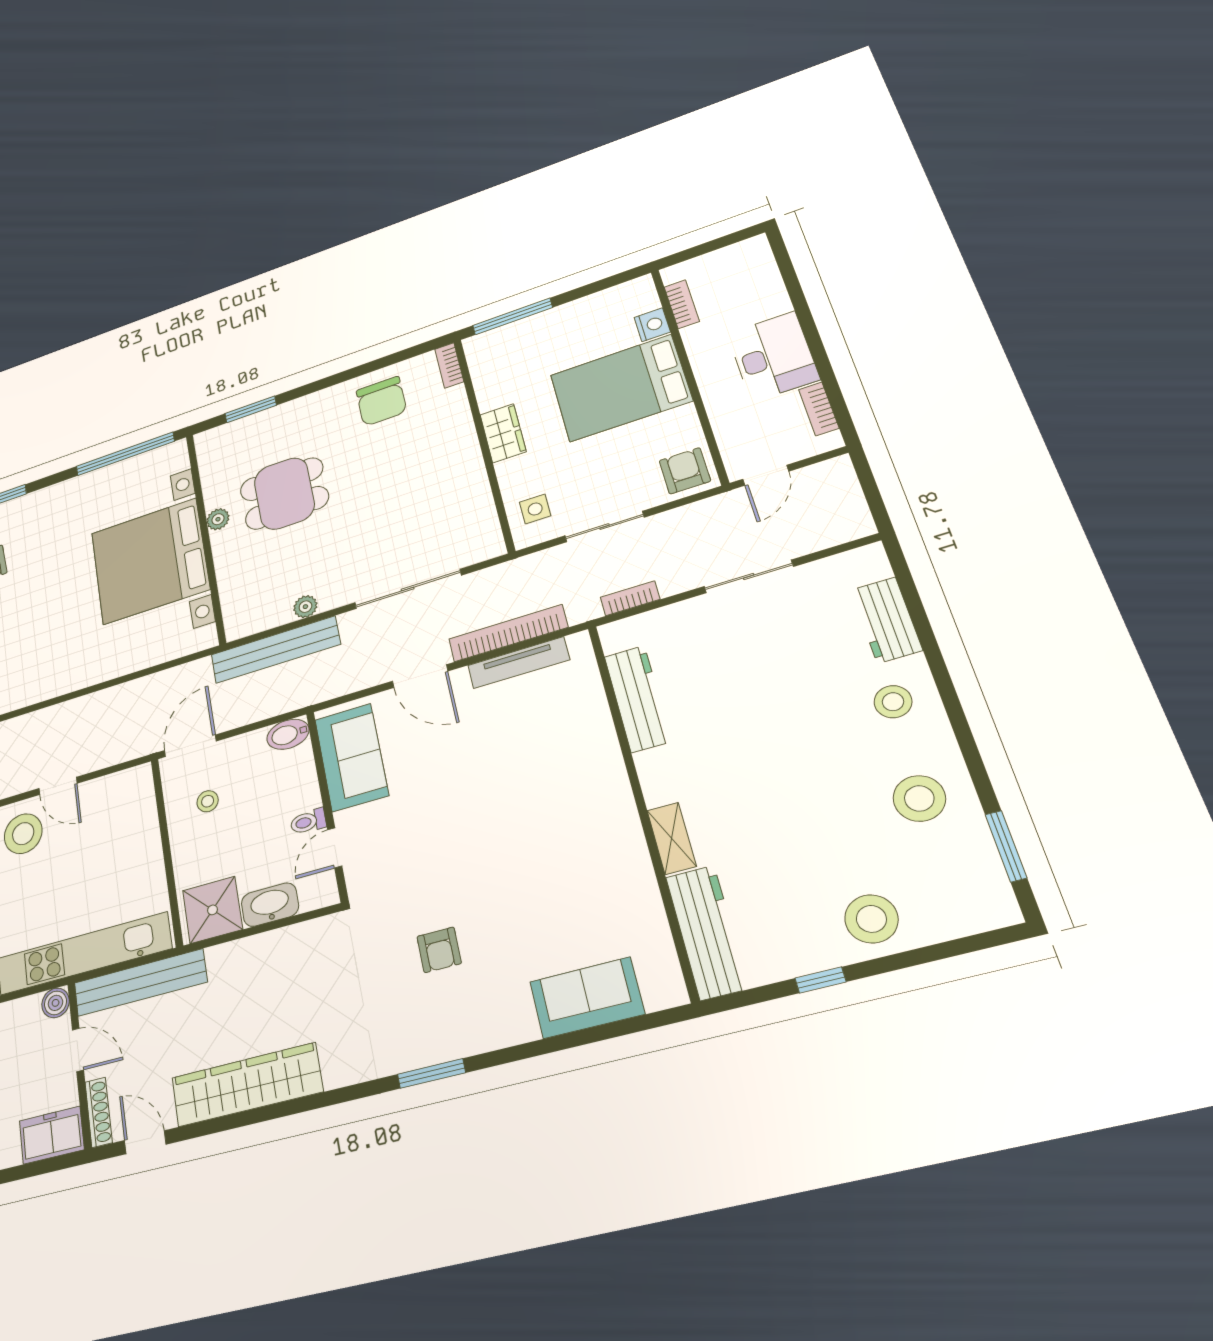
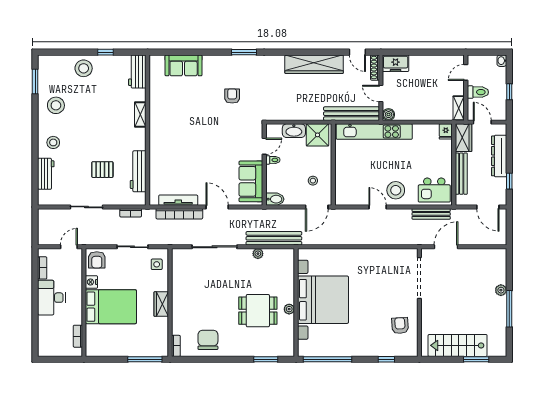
nightstand: (652, 325) -> (91, 282), moved
pallet: (734, 675) -> (102, 170), added
workbench: (707, 932) -> (137, 72), width x0.73

